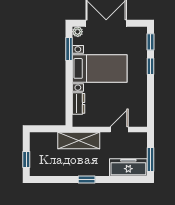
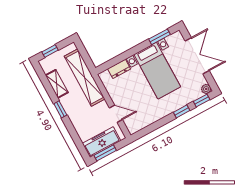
plant: (78, 32) -> (206, 89), moved
shelving: (79, 140) -> (85, 78), width x1.47
freezer: (128, 167) -> (102, 142), moved, turned -90
shelving: (61, 170) -> (57, 84), added

